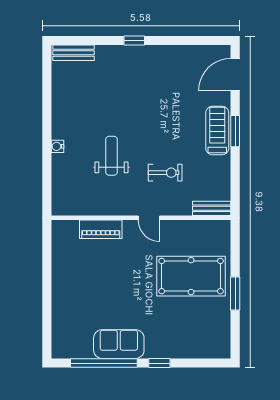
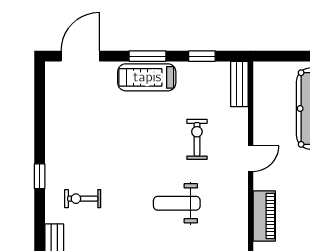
door: (235, 75) -> (80, 56), swing flipped
exercise bike: (115, 77) -> (83, 199), added
window: (235, 177) -> (202, 56), added

